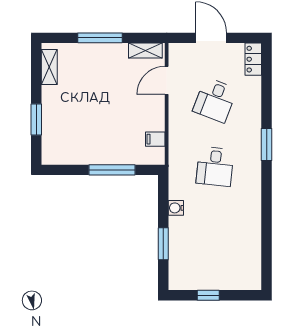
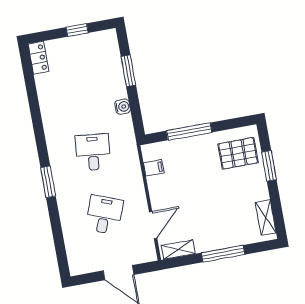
locker: (253, 59) -> (38, 58), moved
pallet: (66, 138) -> (238, 153), added

